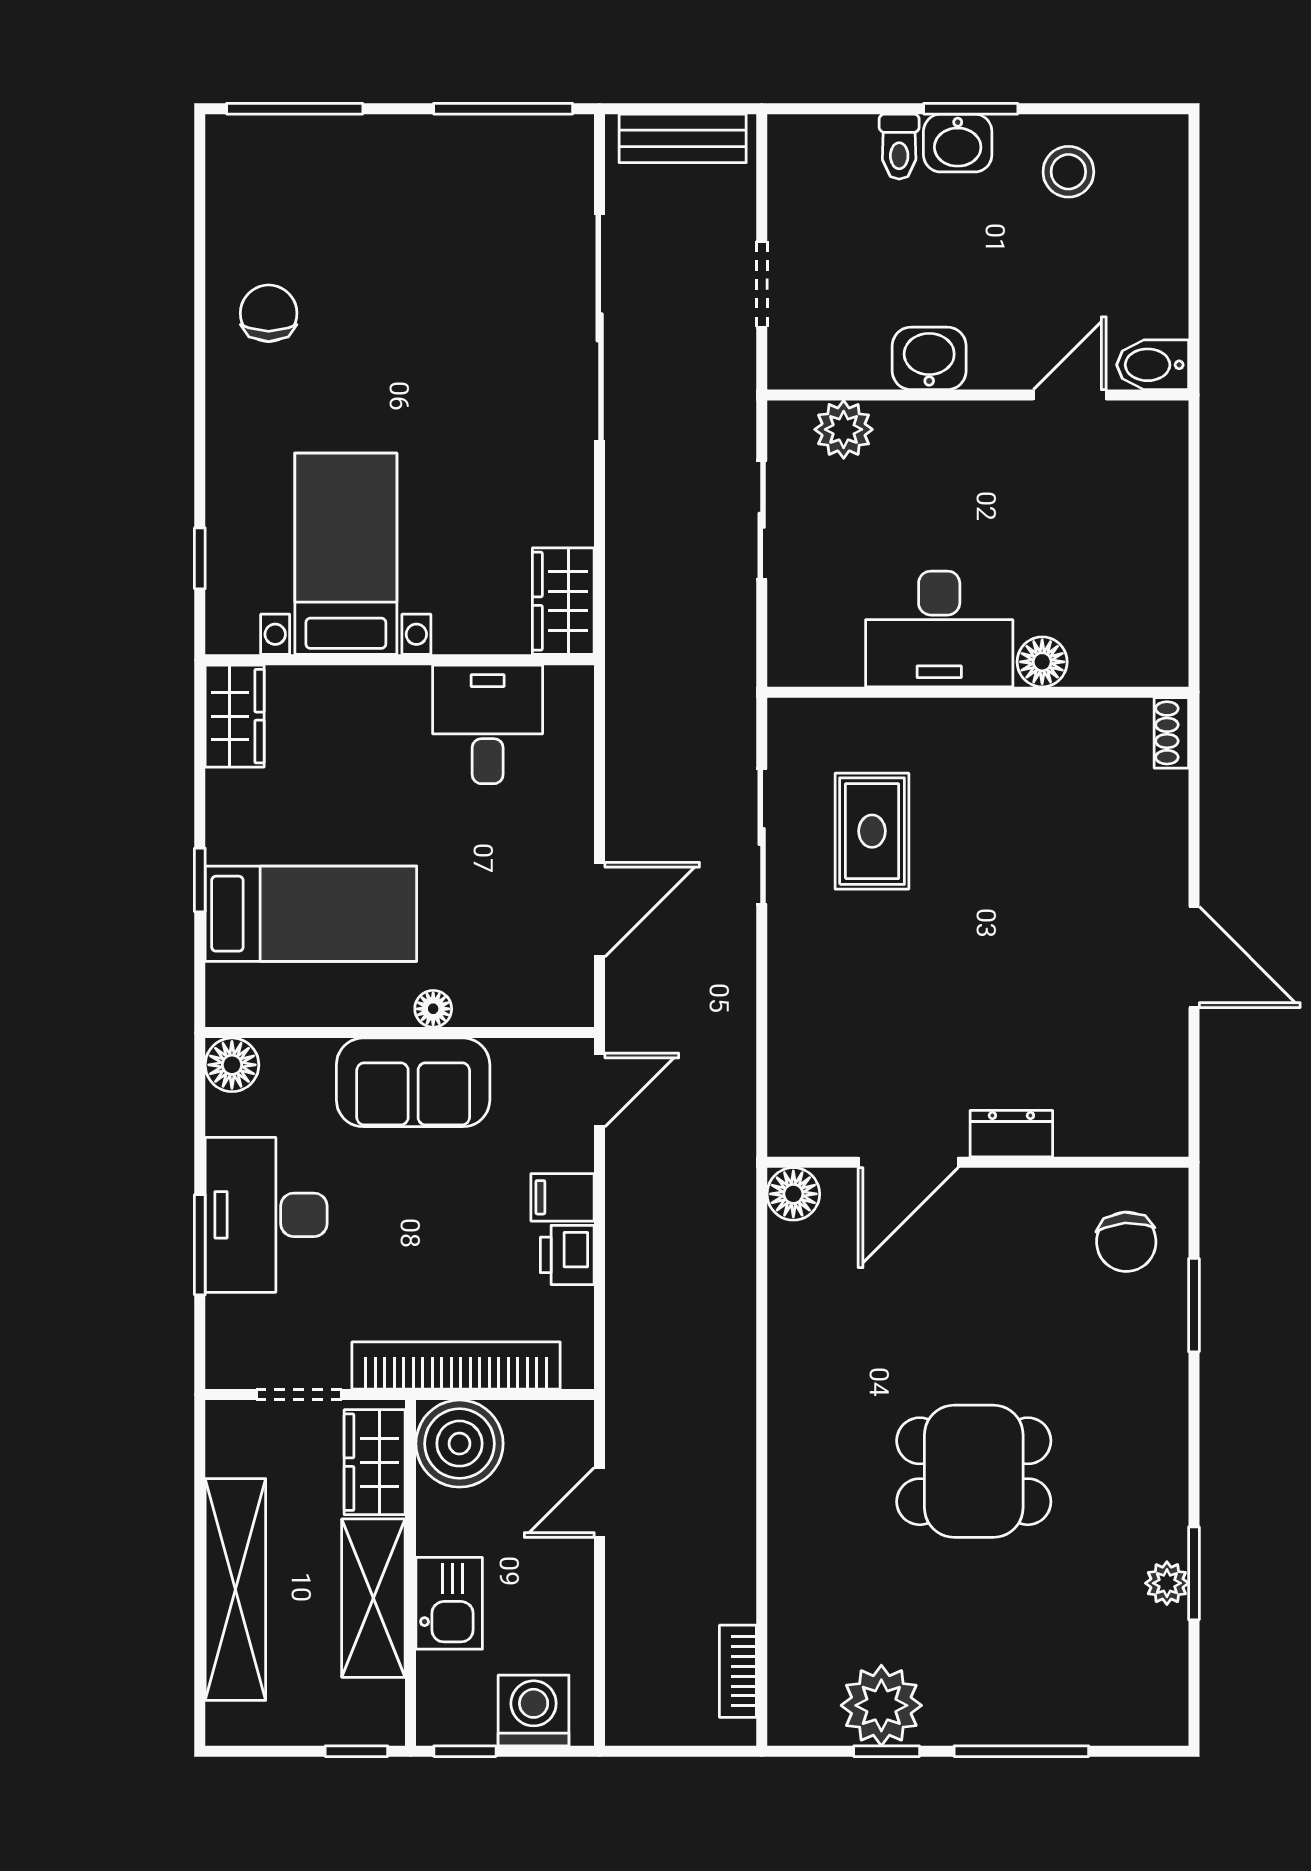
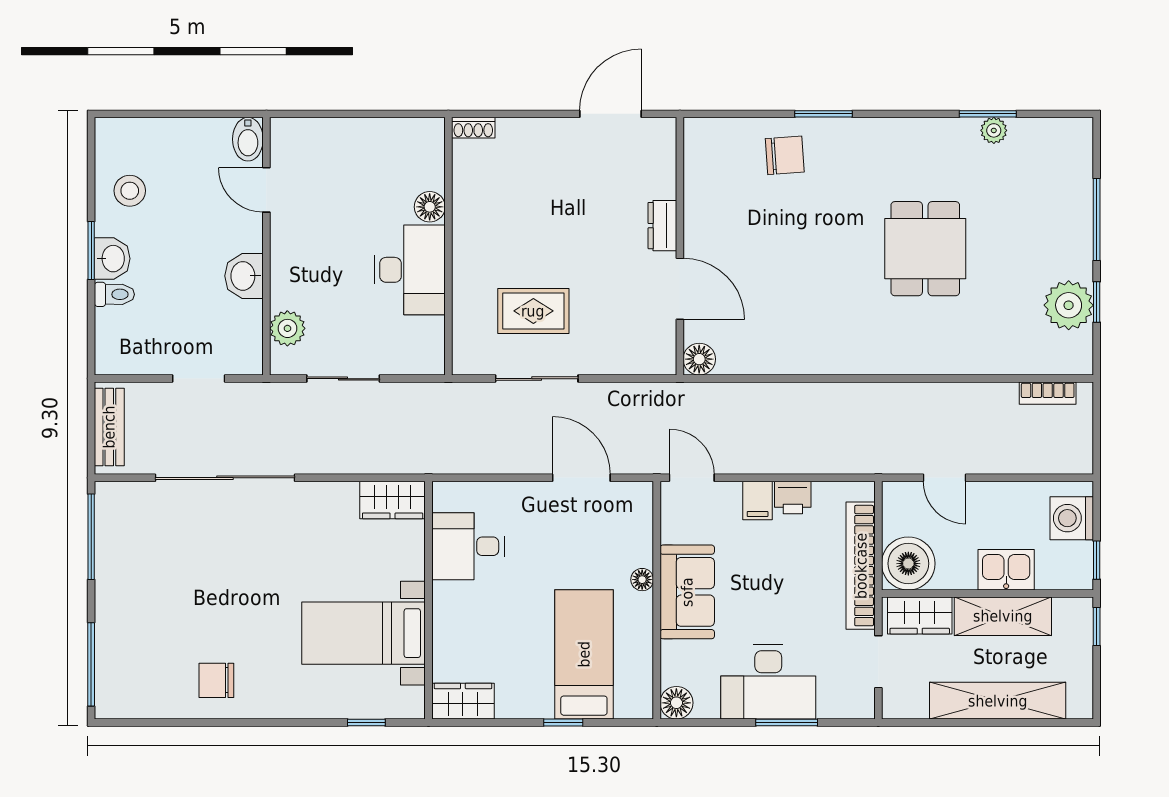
dresser: (1011, 1134) -> (662, 226), moved
door: (908, 1162) -> (680, 289), moved
wall: (978, 1162) -> (680, 246), moved
floor lamp: (793, 1194) -> (699, 359), moved

